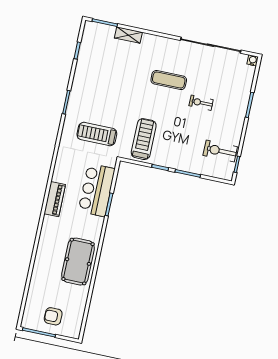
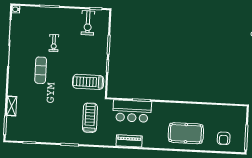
treadmill: (97, 134) -> (90, 118), turned 180
piano: (55, 199) -> (129, 141), moved
pool table: (78, 262) -> (186, 133), moved
armchair: (53, 316) -> (224, 138), moved

